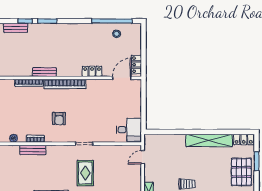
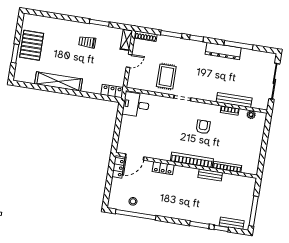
locker: (244, 139) -> (112, 91), moved
bench: (33, 150) -> (234, 100), width x1.36
door: (143, 157) -> (129, 61), moved
rug: (85, 173) -> (166, 76), moved

